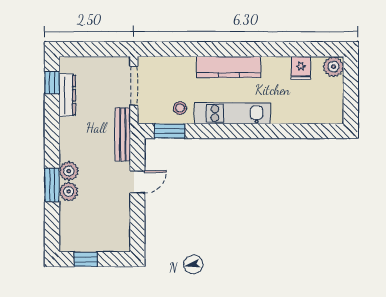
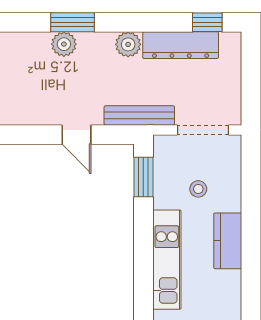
kitchen counter: (229, 67) -> (228, 241), width x0.67
dresser: (67, 95) -> (181, 45), width x1.37, depth x1.24
stool: (180, 108) -> (198, 189), moved
plant: (69, 171) -> (128, 44), moved

